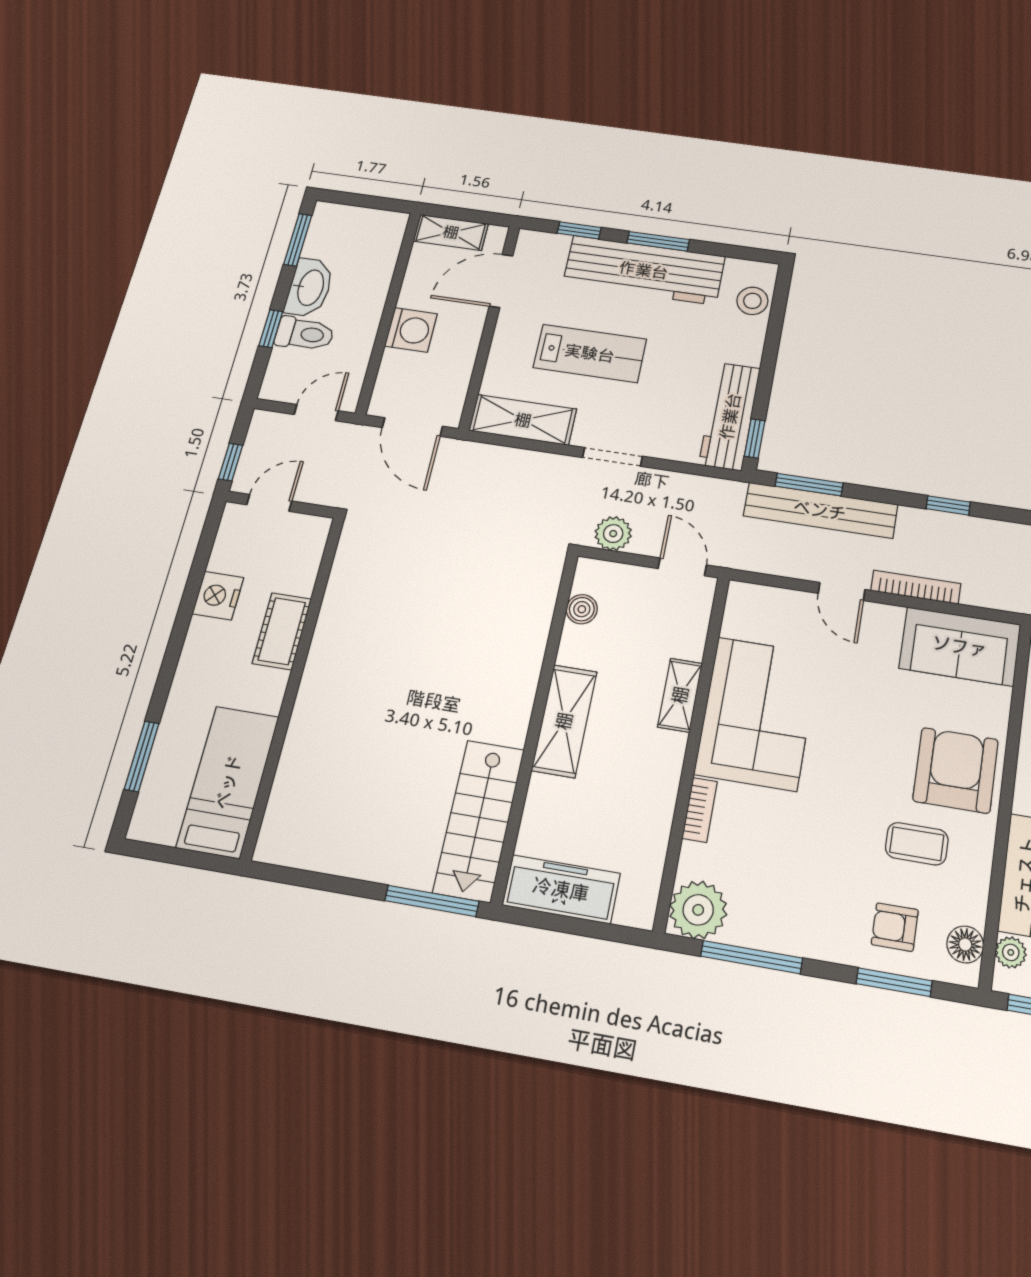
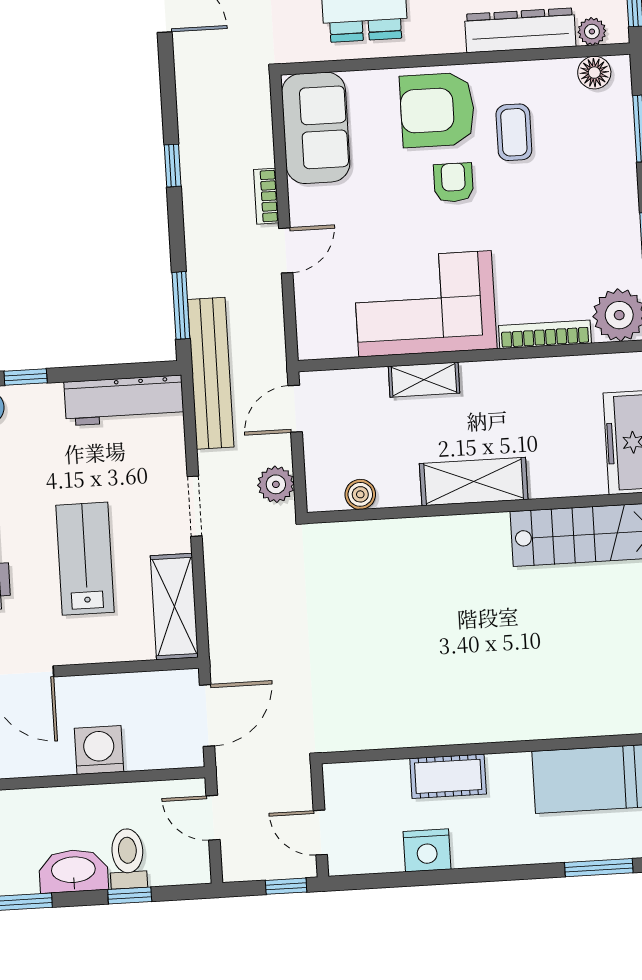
window: (755, 438) -> (26, 377), moved
bench: (820, 510) -> (211, 373), moved
bookcase: (916, 587) -> (266, 196), width x0.64
bookcase: (700, 810) -> (545, 334), width x1.56
armchair: (895, 927) -> (453, 182), moved, turned 180

